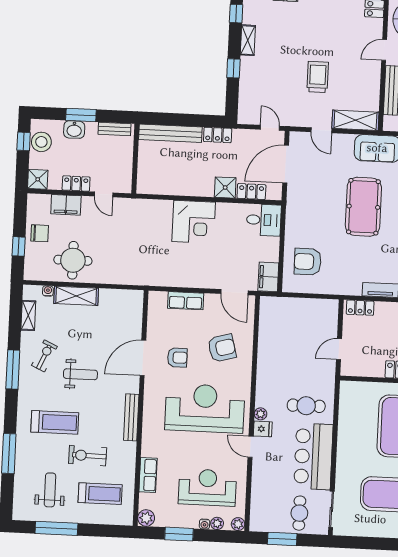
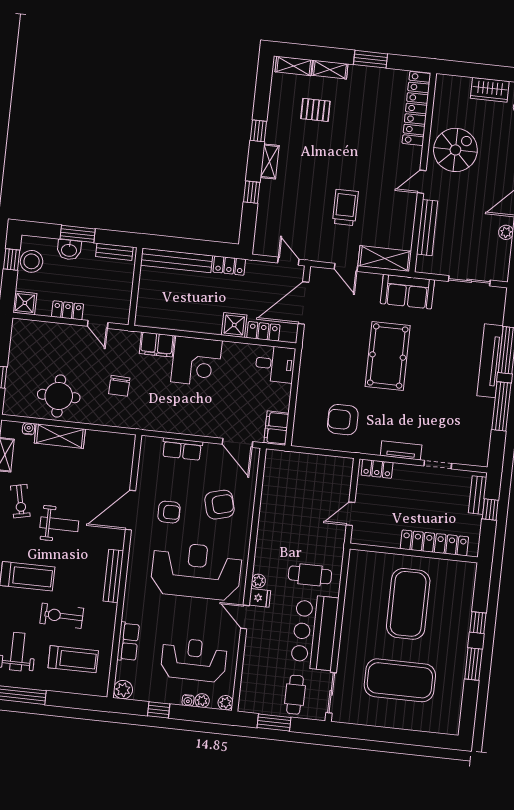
filing cabinet: (66, 205) -> (157, 345), moved
chair: (40, 233) -> (119, 386), moved, turned 92
armchair: (308, 262) -> (343, 420), moved
exercise bike: (44, 356) -> (20, 501), turned 144
window: (179, 534) -> (159, 710), width x0.67

